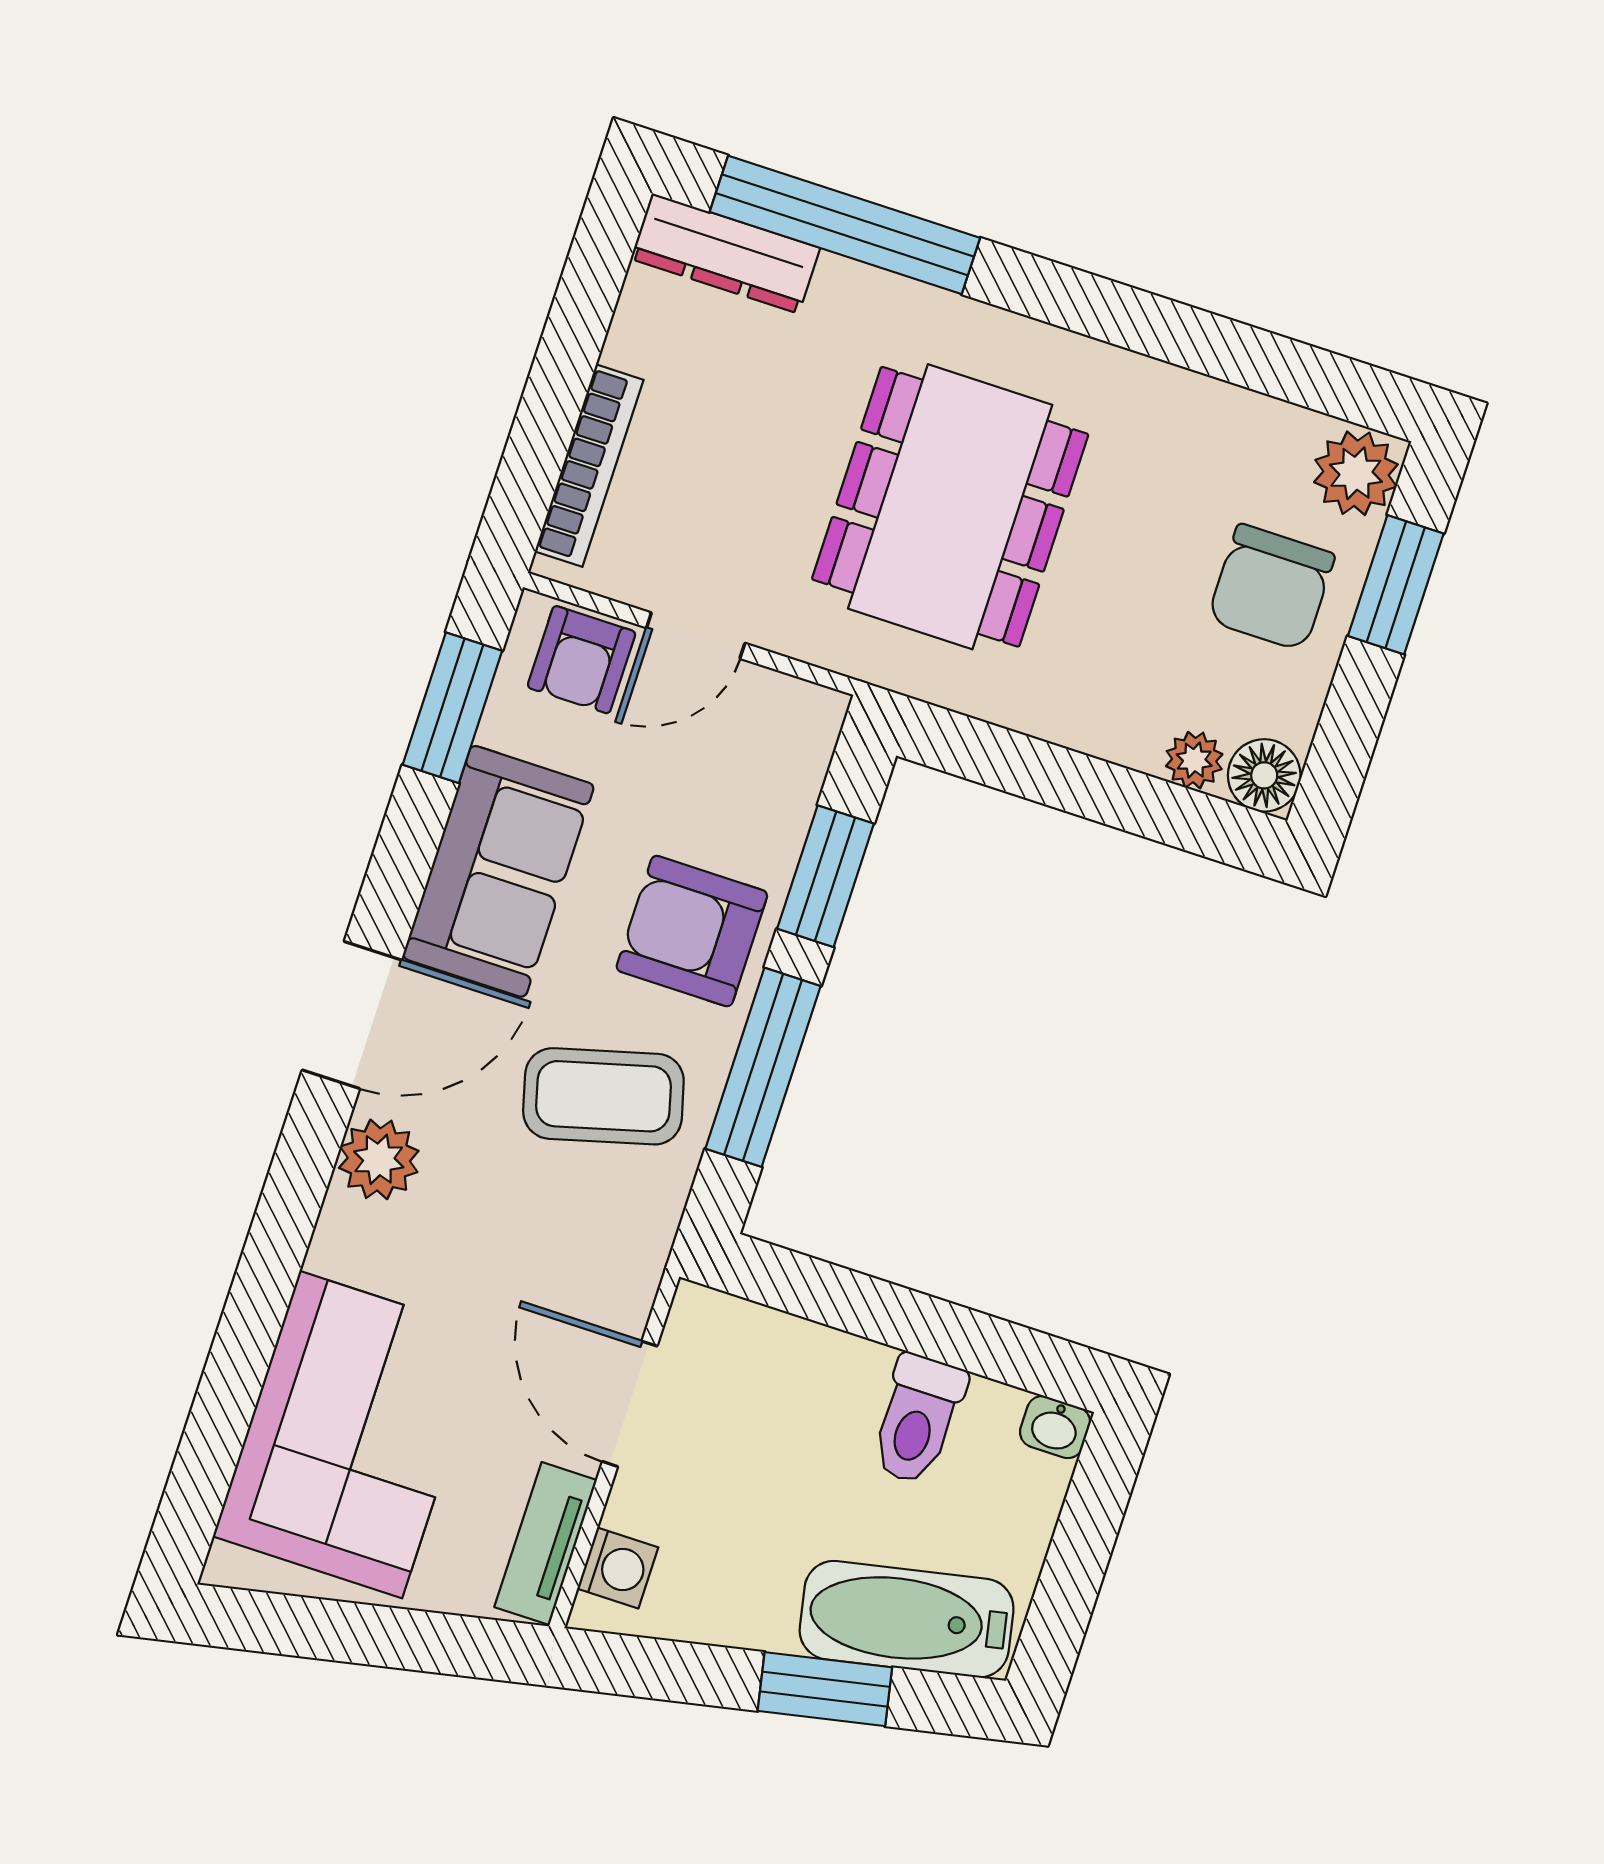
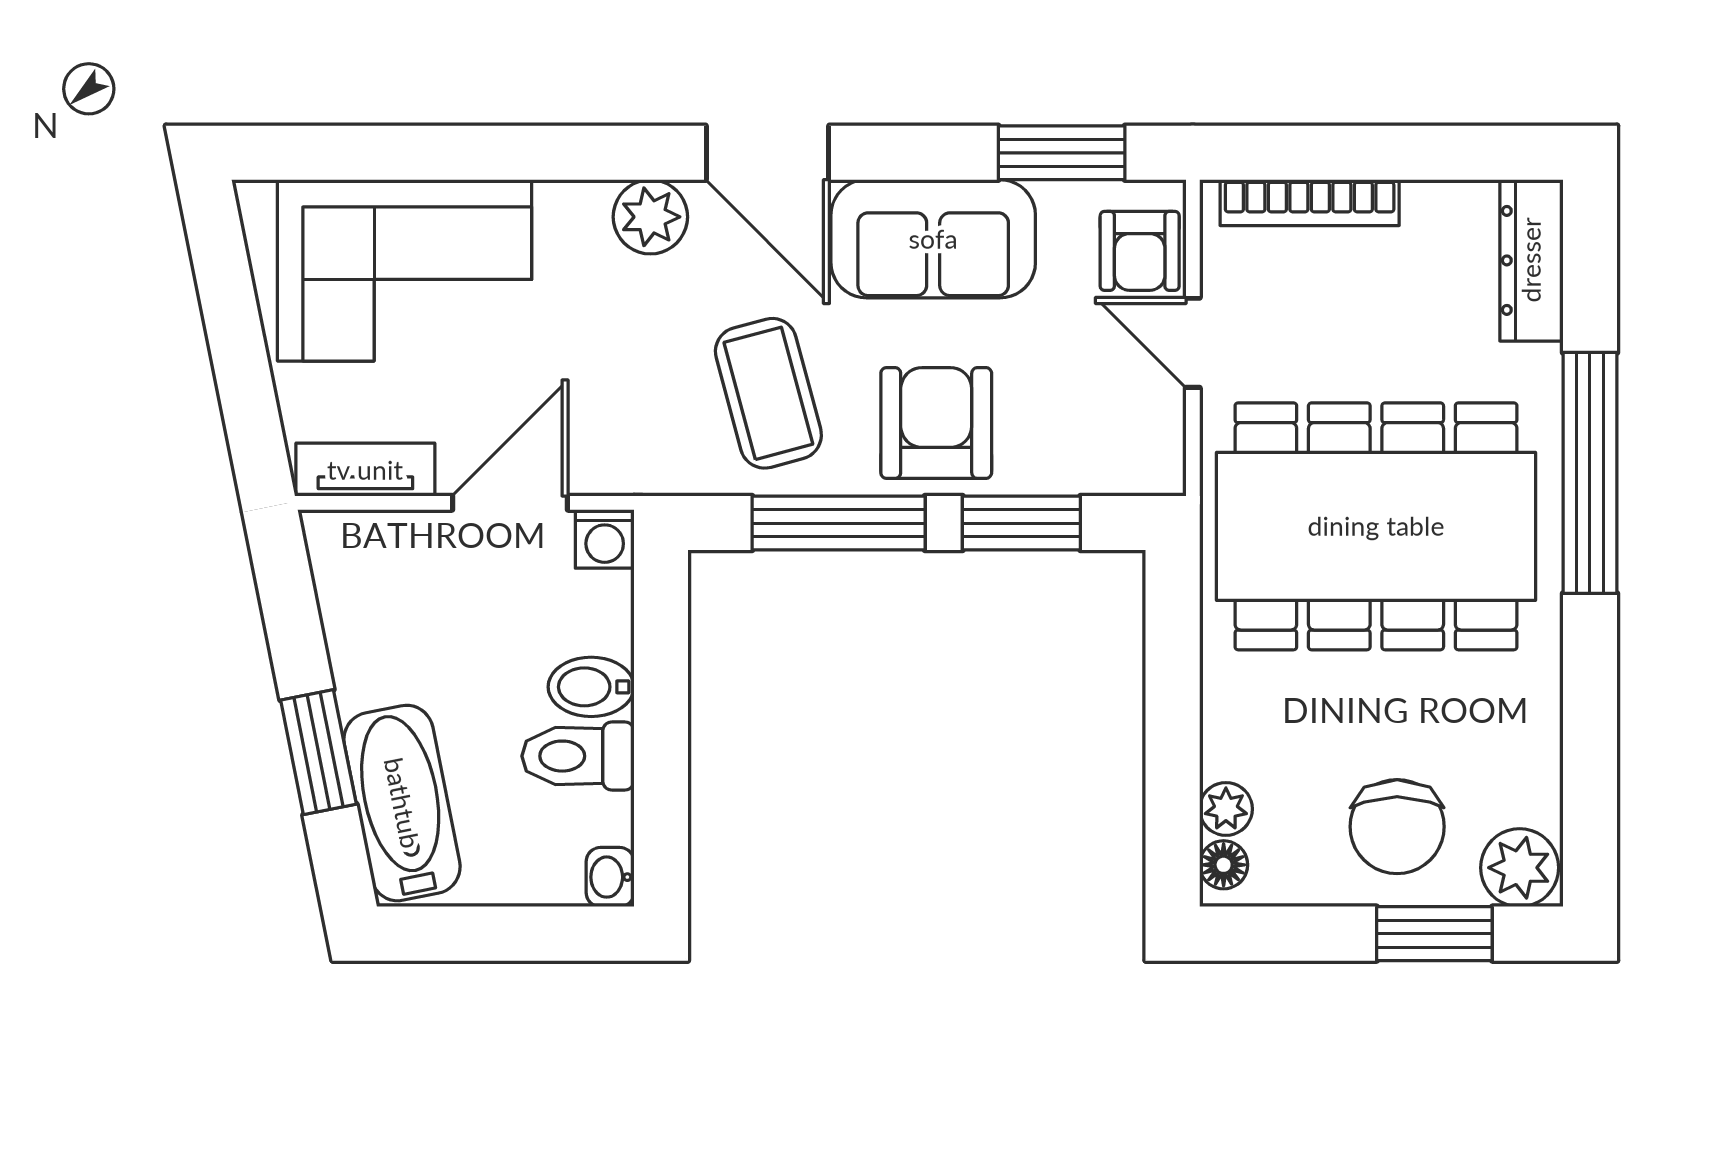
window: (845, 225) -> (1590, 473), moved
dining table: (950, 507) -> (1376, 526), width x1.36, depth x1.24
chair: (1271, 587) -> (1397, 827), turned -90
armchair: (582, 660) -> (1140, 251), turned -90
floor lamp: (1264, 775) -> (1224, 865), width x0.73, depth x0.73
bidet: (850, 1382) -> (591, 687), added
washing machine: (618, 1568) -> (605, 539), moved

